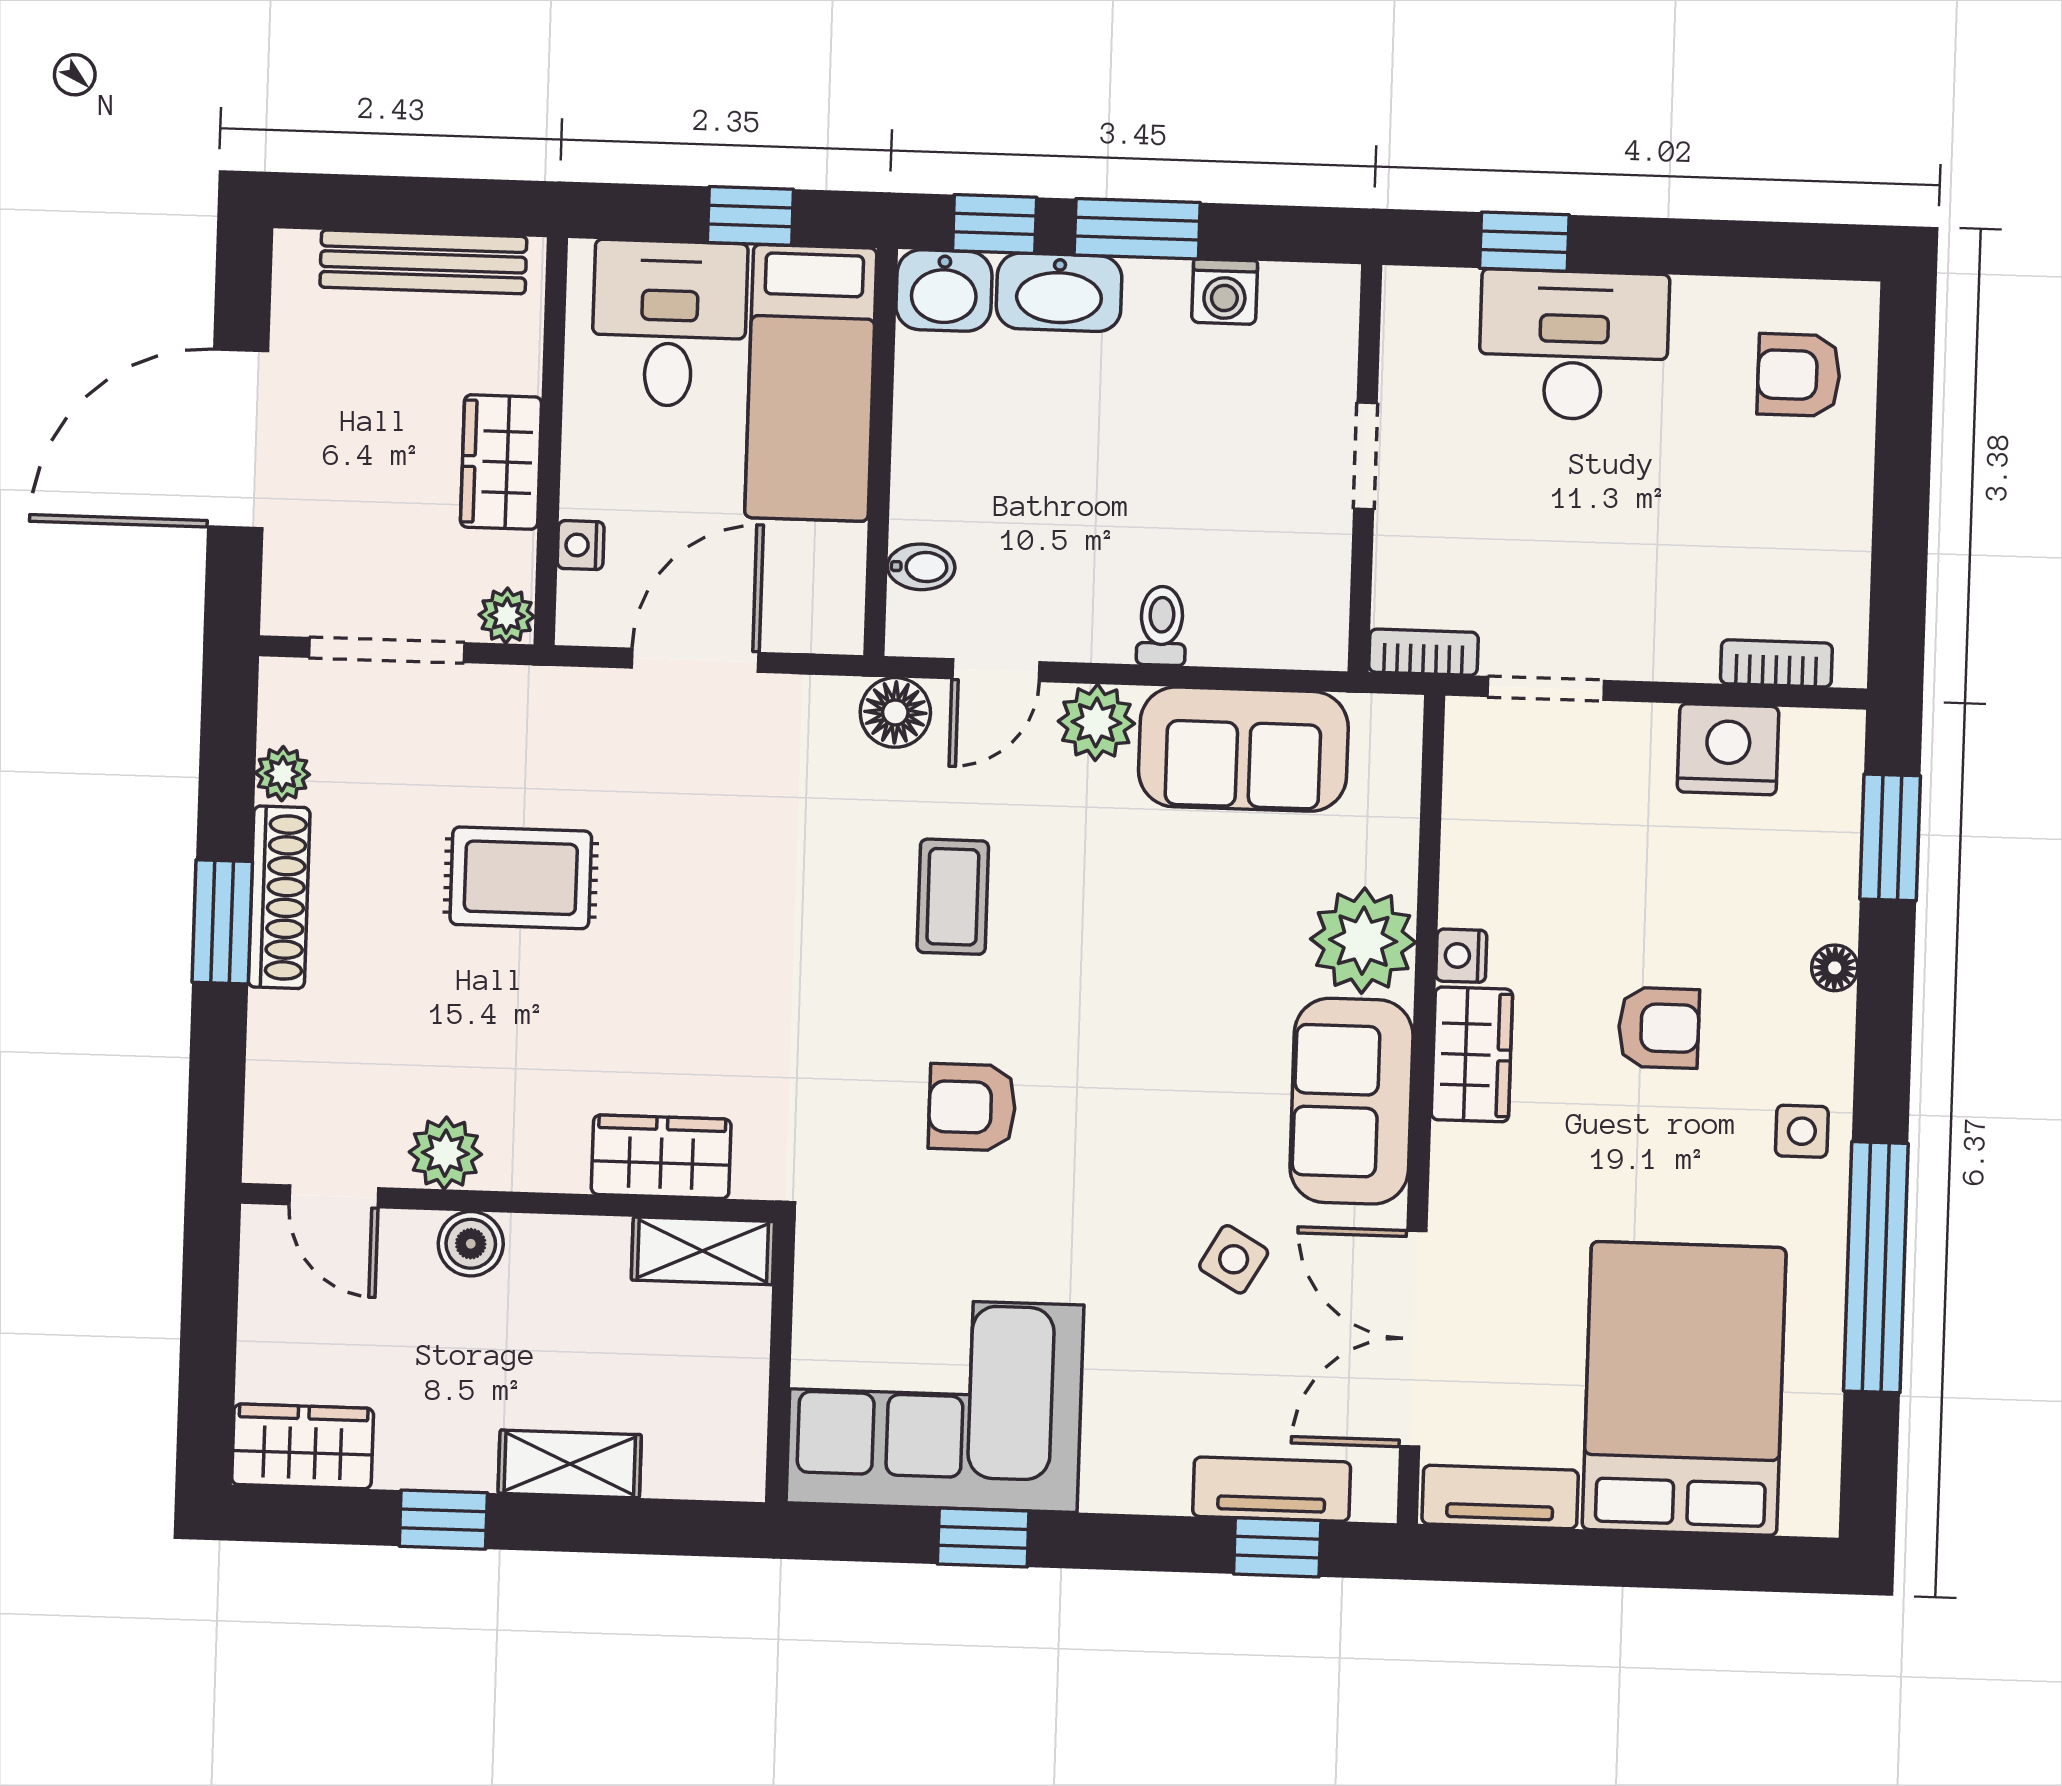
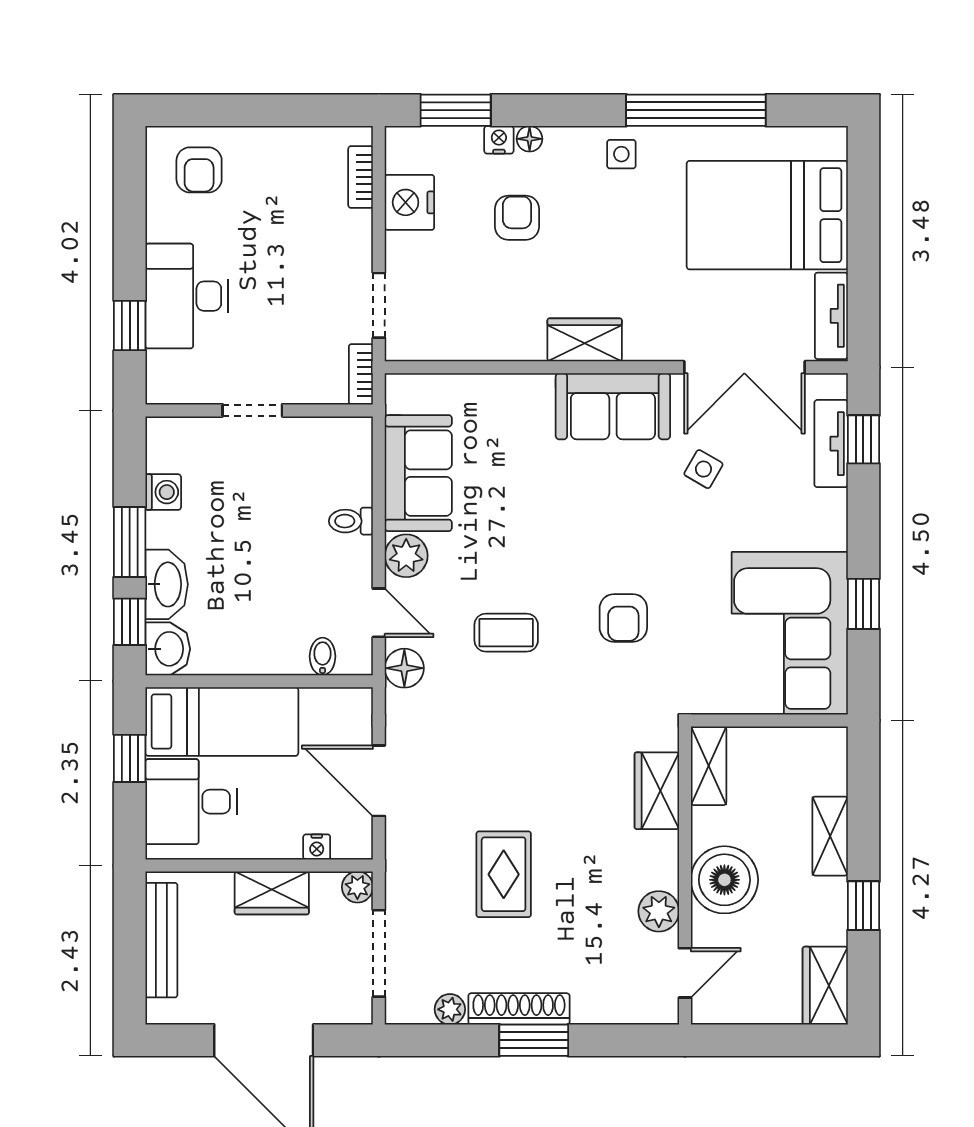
plant: (1363, 941) -> (523, 403), removed
nightstand: (1461, 956) -> (499, 140), moved, turned 180
armchair: (1659, 1028) -> (517, 218), moved
boiler: (471, 1244) -> (724, 880), width x1.86, depth x1.86

